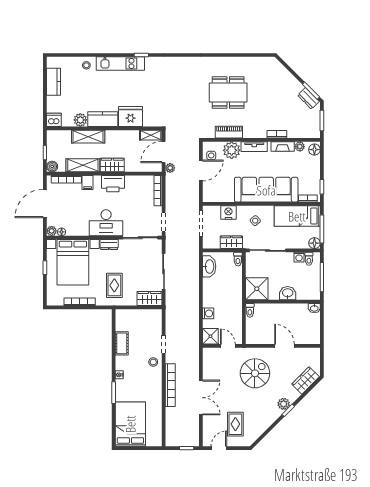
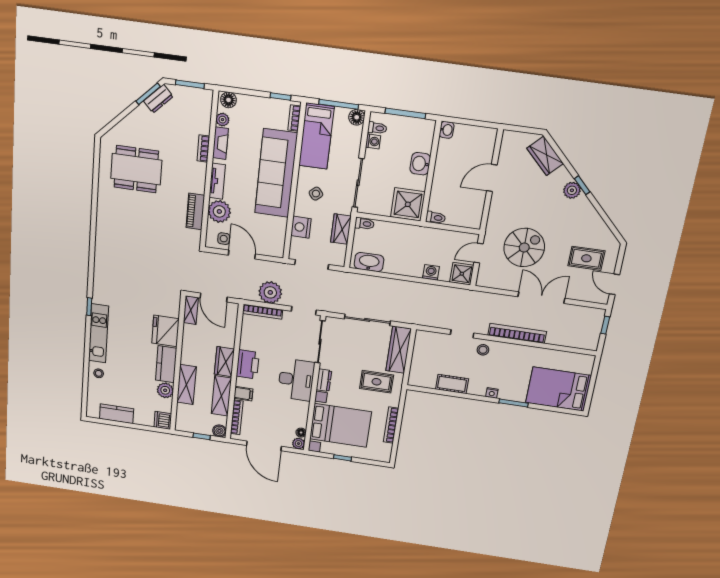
dining table: (228, 93) -> (136, 169), moved, turned 90
plant: (170, 168) -> (270, 292), moved, width x1.87, depth x1.87
wardrobe: (149, 299) -> (399, 350), width x1.50
spiral stairs: (255, 373) -> (524, 247), moved, turned 90

